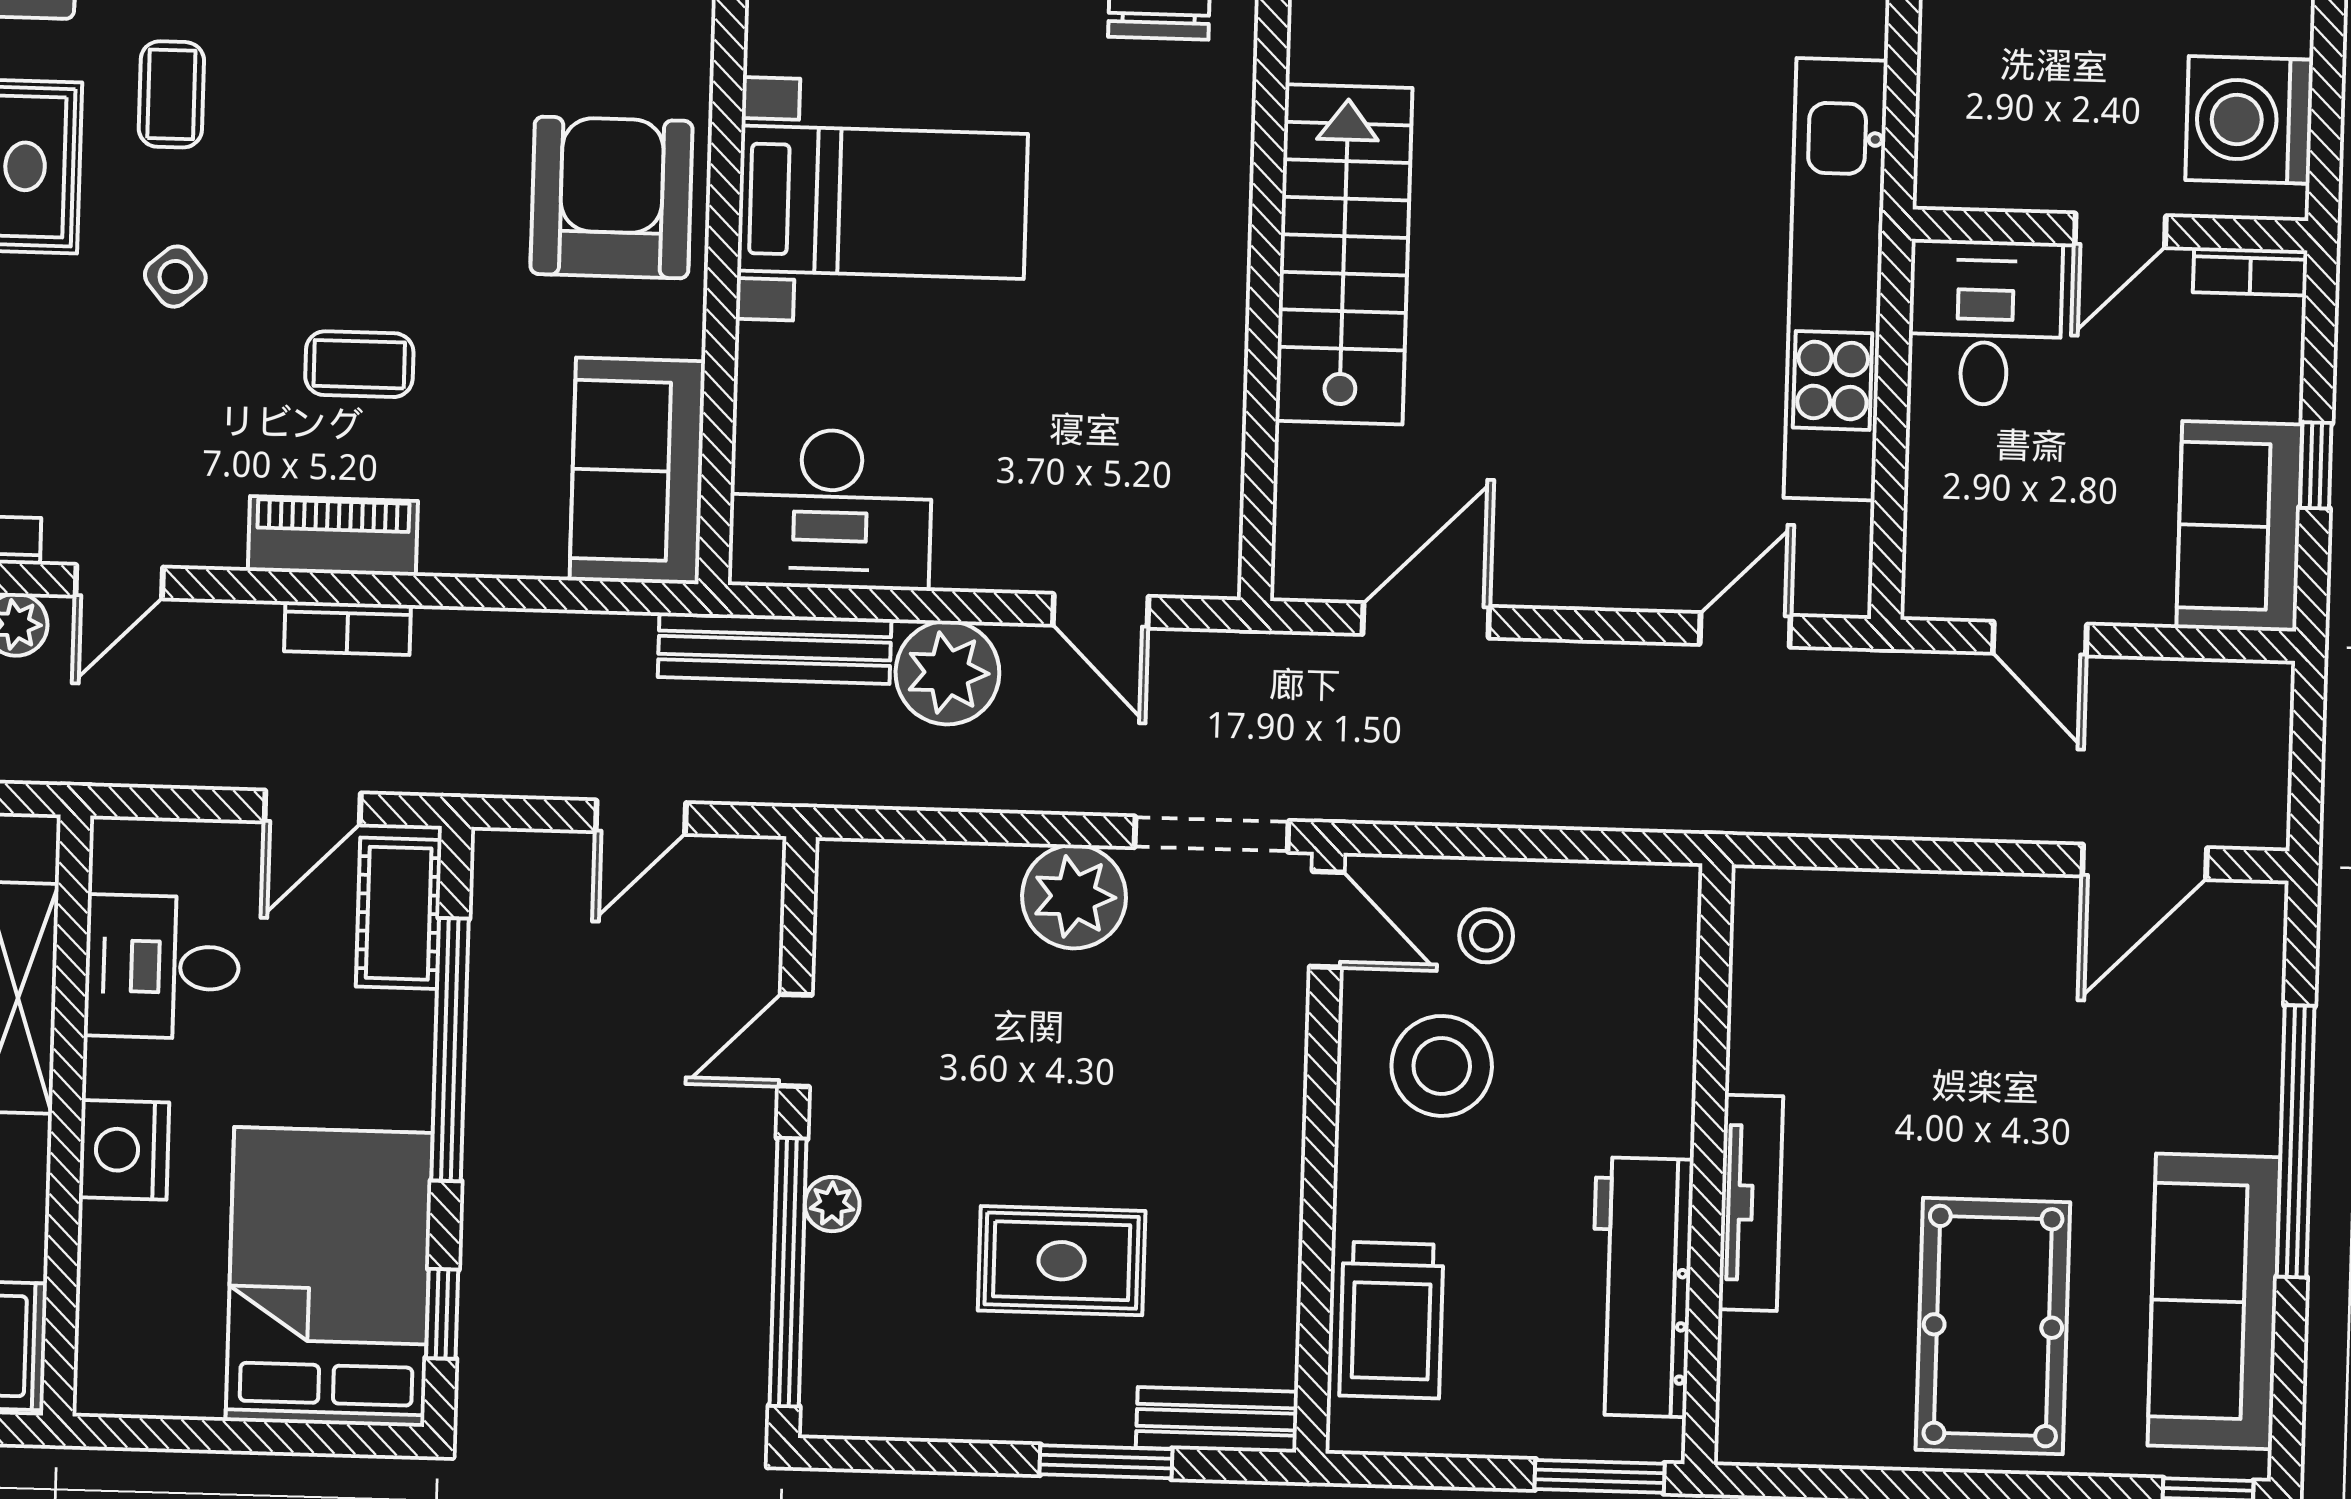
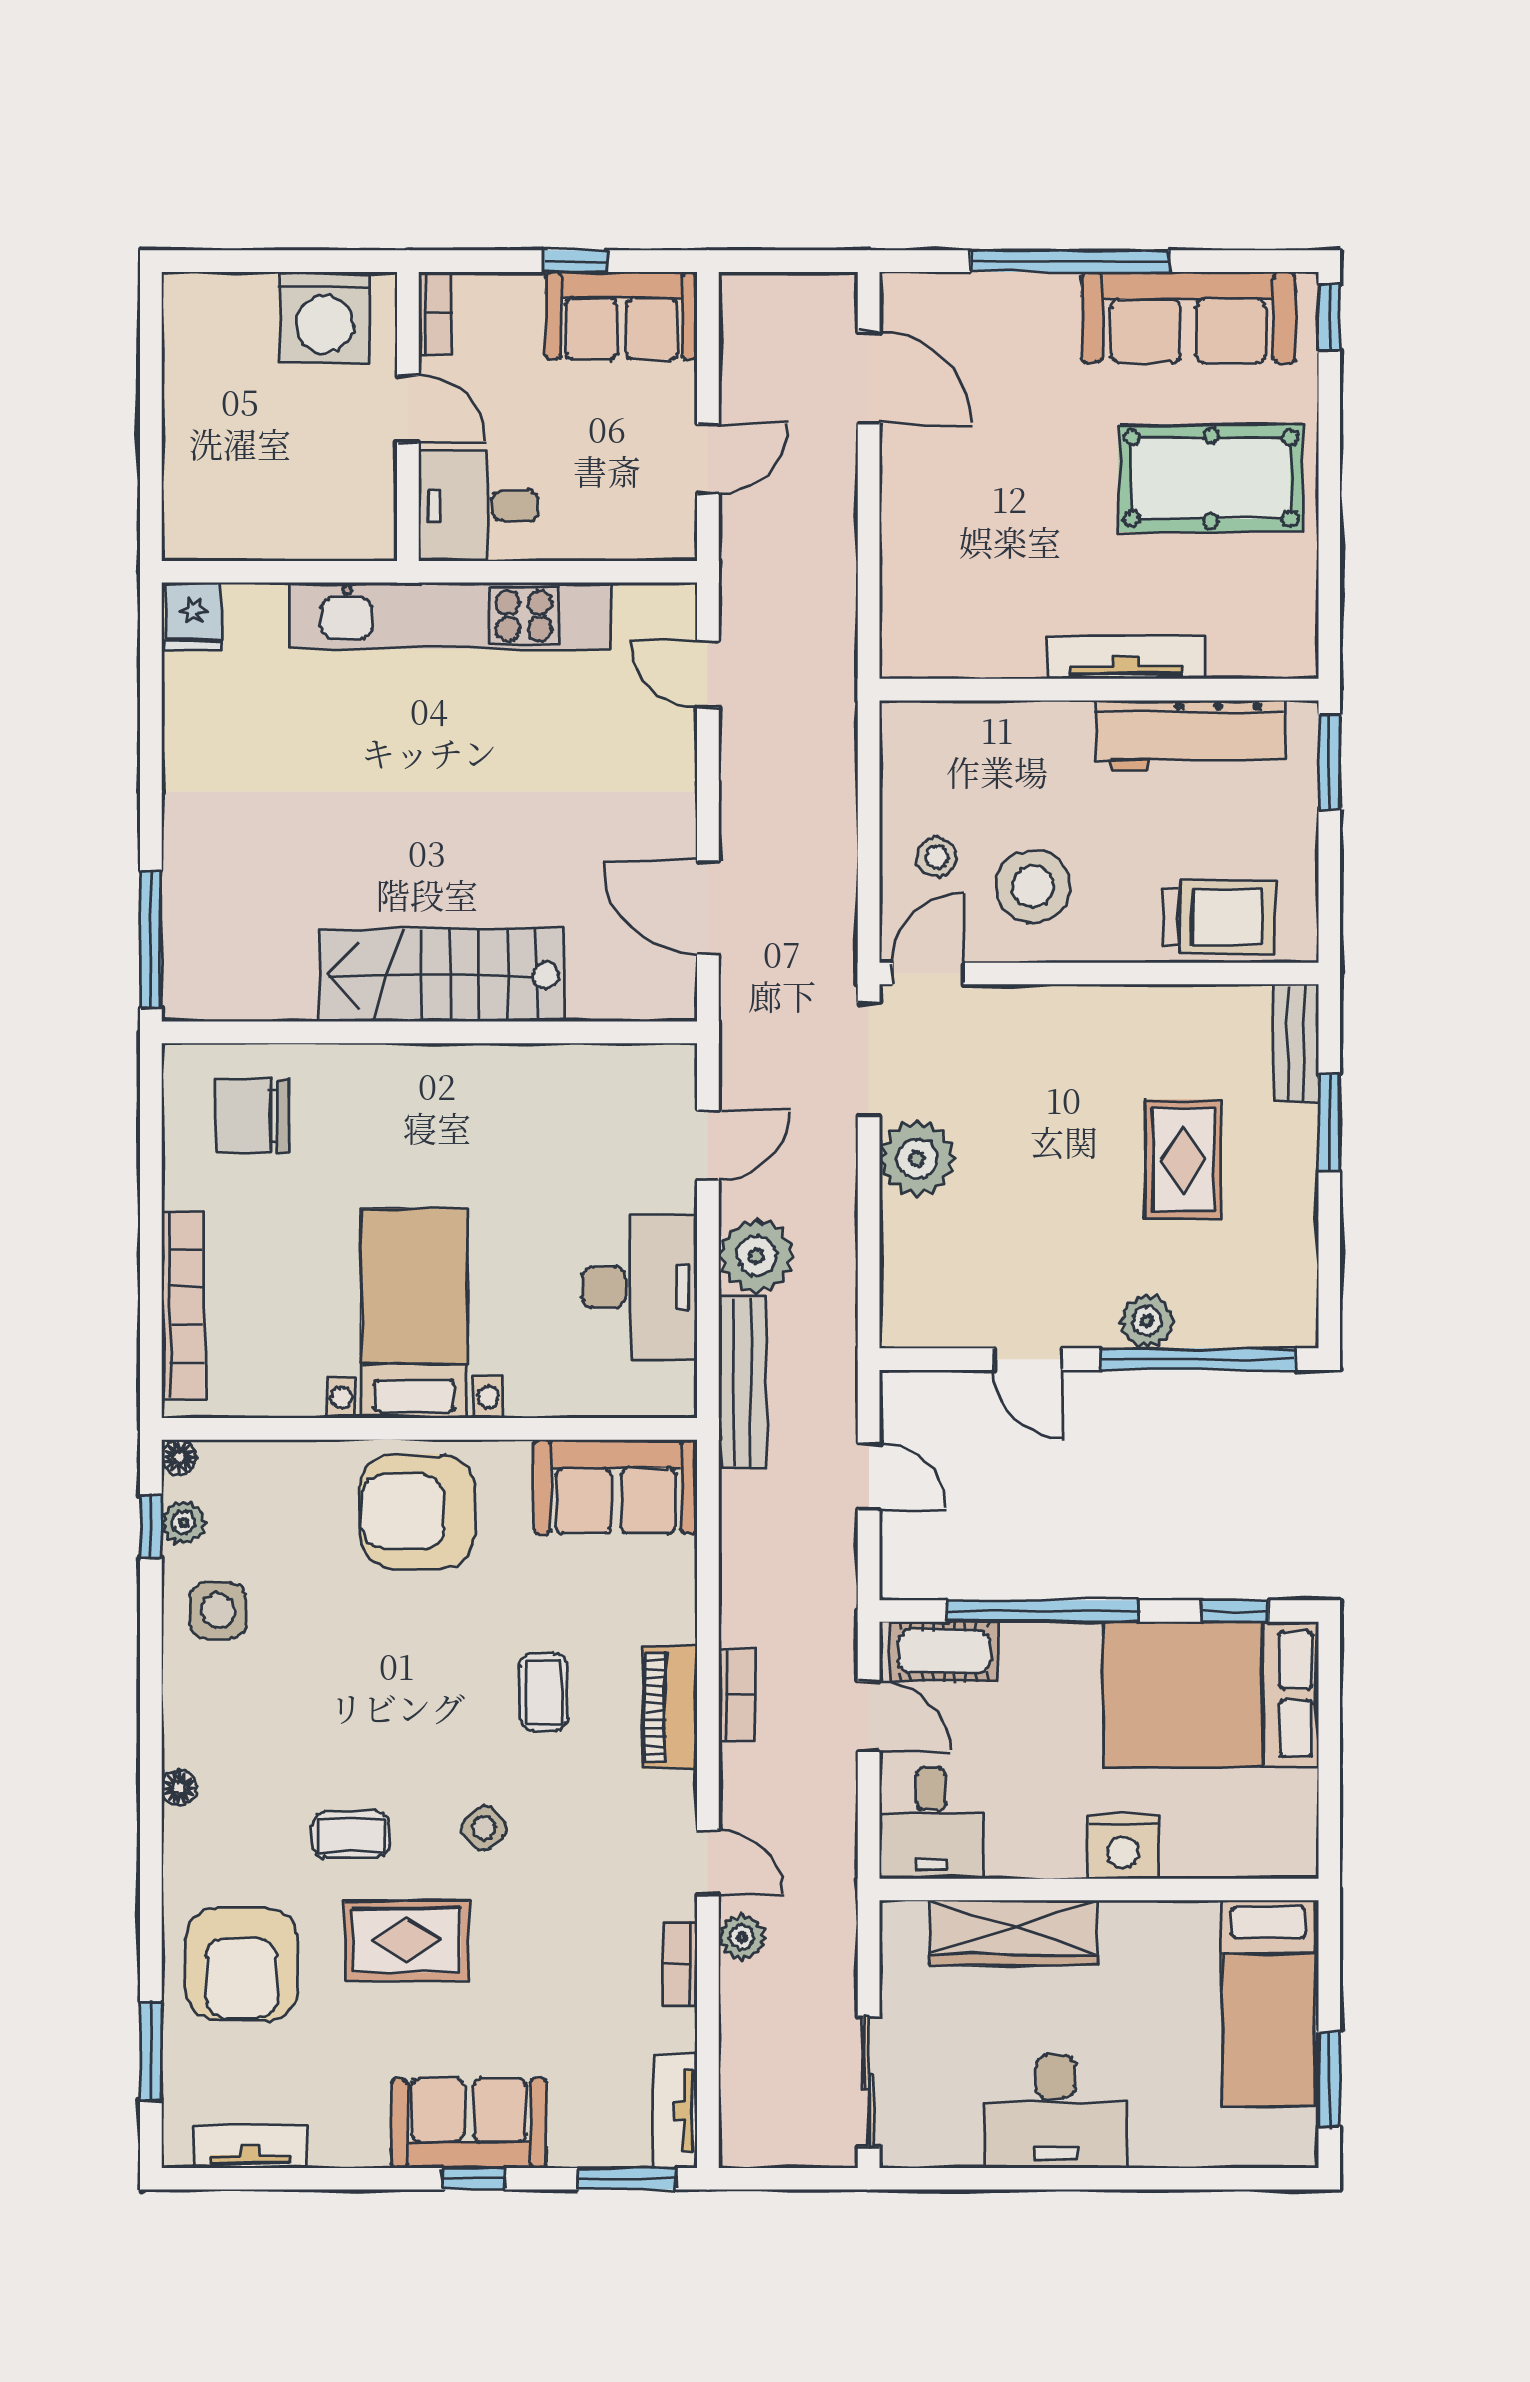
desk: (830, 509) -> (640, 1287), moved
desk: (162, 967) -> (931, 1823), moved
plant: (832, 1204) -> (1147, 1321), width x1.38, depth x1.38

